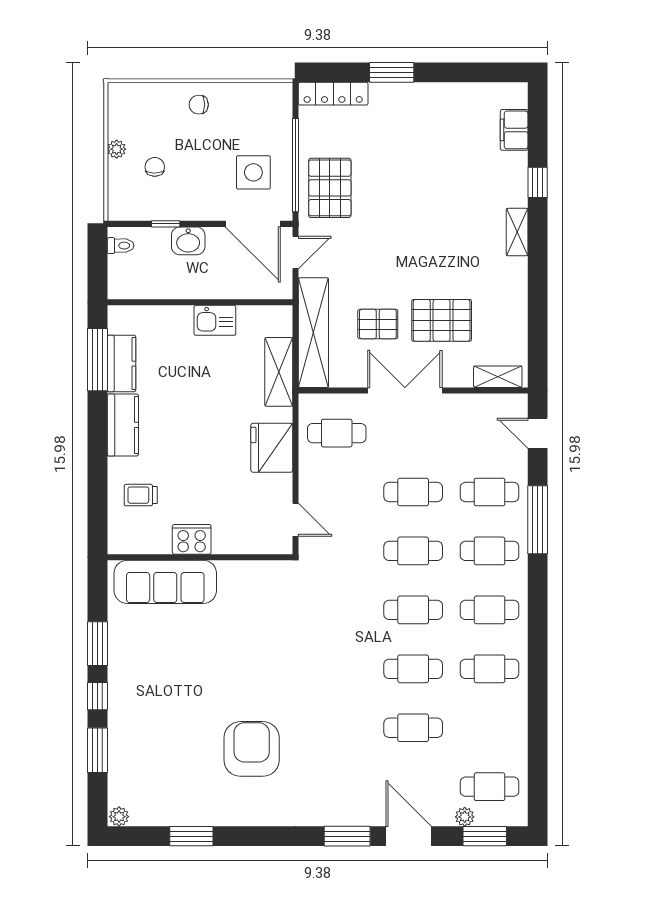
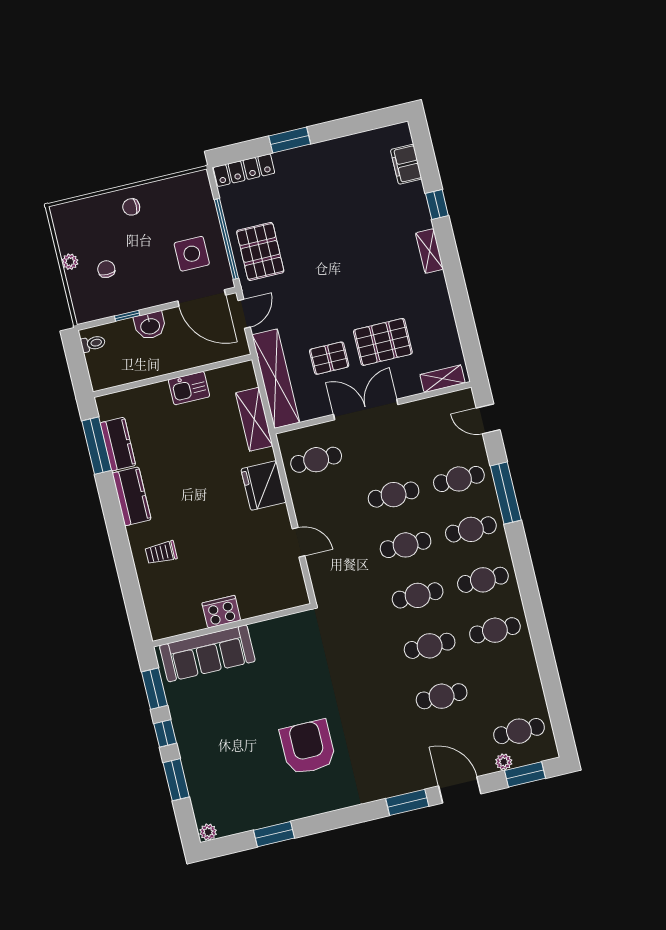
cooker: (192, 539) -> (221, 612), moved
wall: (200, 557) -> (232, 625), moved
sofa: (165, 582) -> (207, 653), moved

